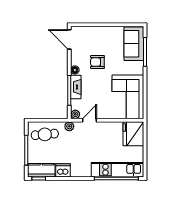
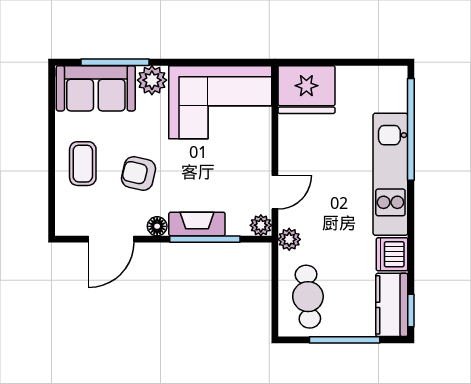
coffee table: (102, 38) -> (83, 164), added
door: (69, 39) -> (111, 239), moved
armchair: (97, 62) -> (139, 173), turned 103
plant: (137, 68) -> (152, 80), added
door: (89, 120) -> (275, 192), swing flipped
kitchen unit: (117, 170) -> (390, 174), moved

